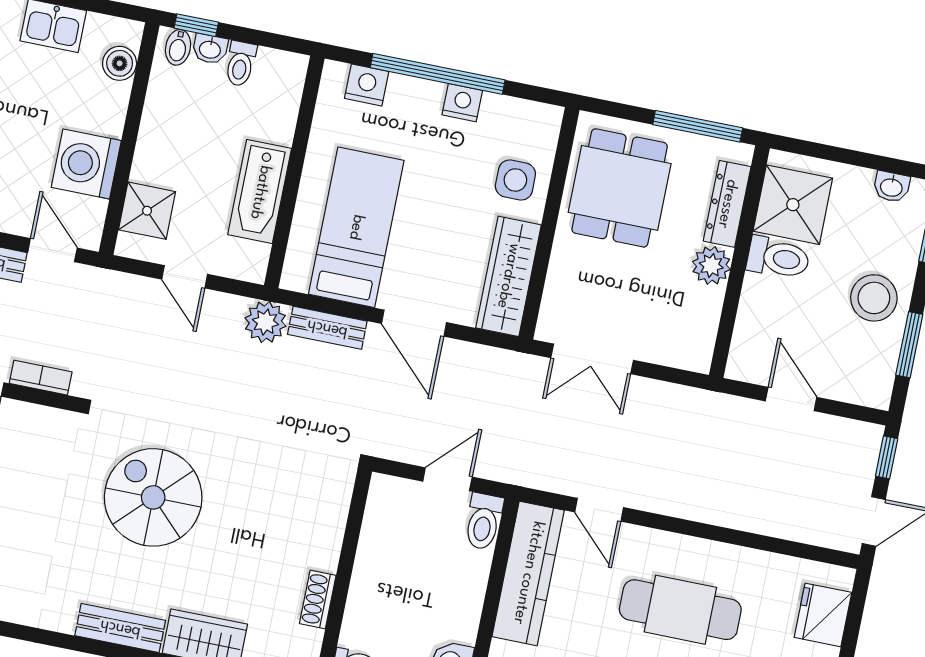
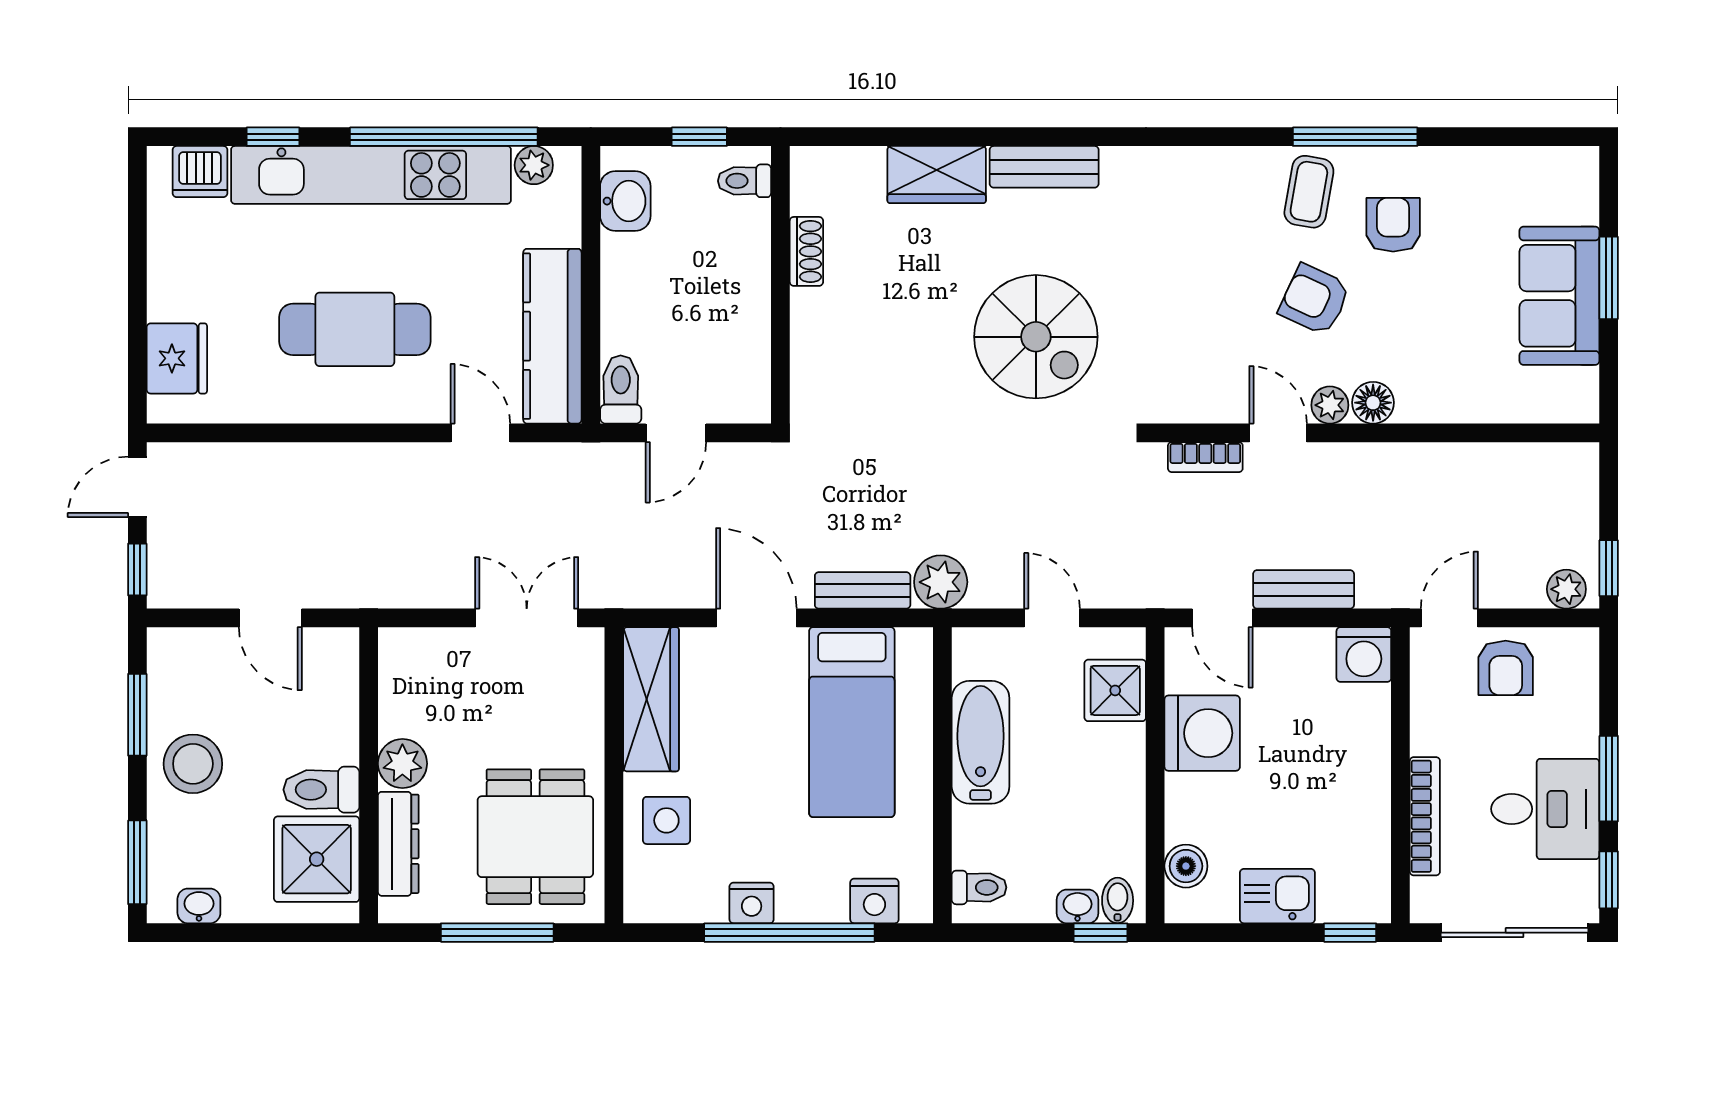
toilet: (240, 64) -> (979, 887), moved, turned 90
window: (698, 126) -> (497, 933), moved

